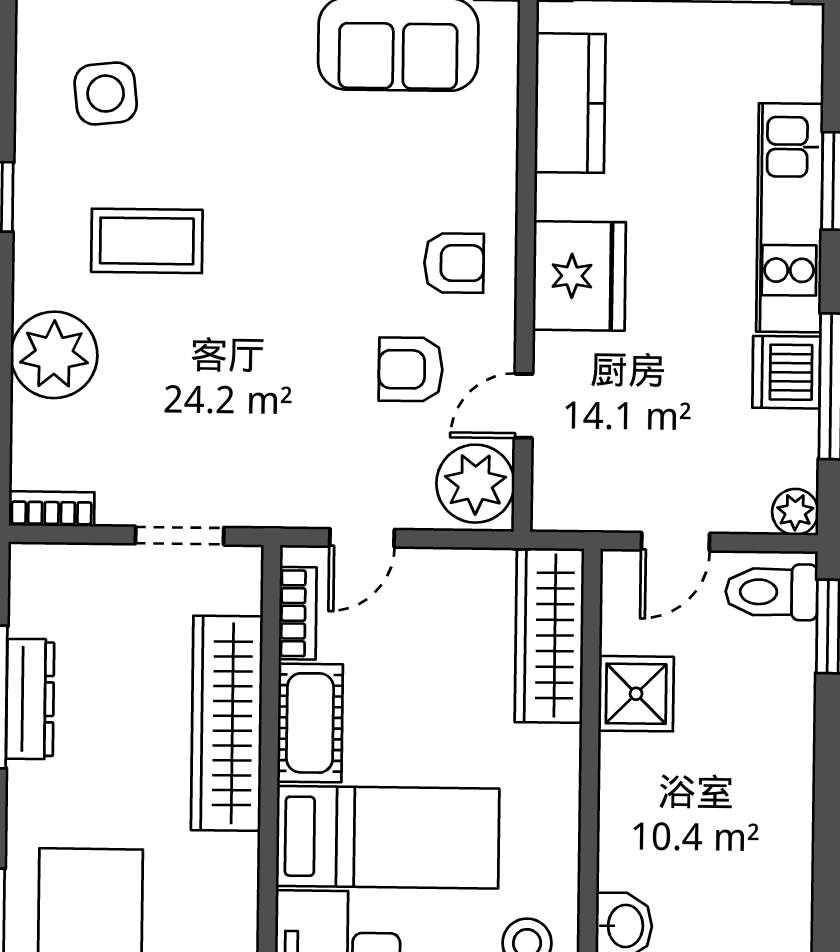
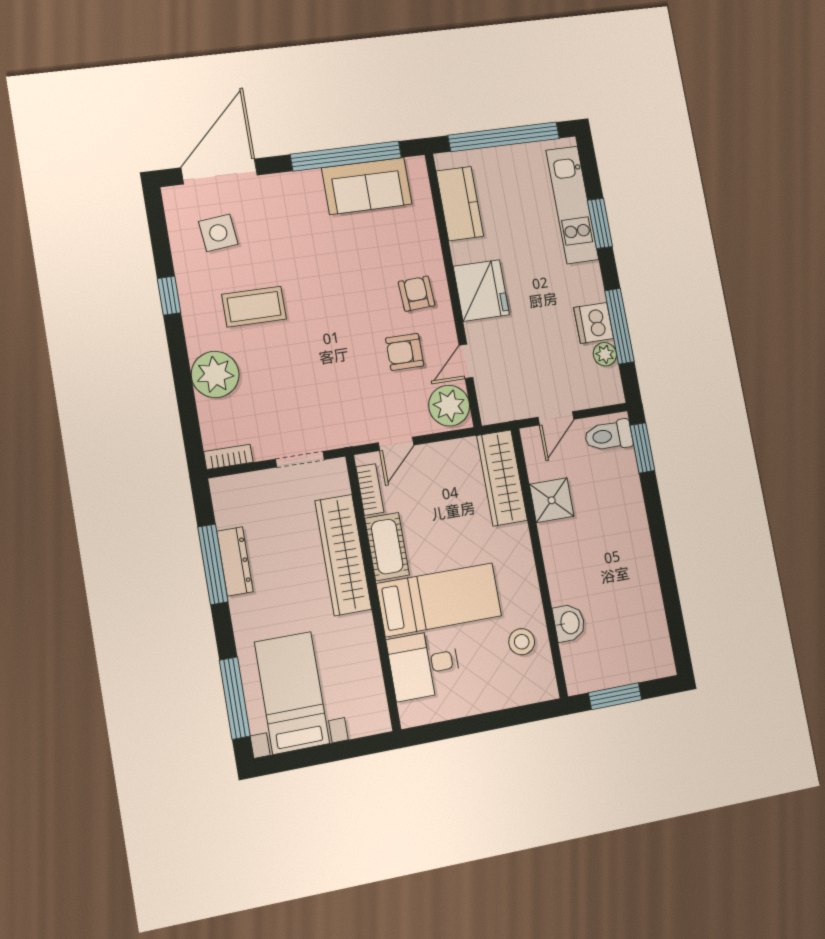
kitchen unit: (790, 218) -> (572, 205), moved
armchair: (454, 263) -> (417, 294), turned -93
plant: (795, 512) -> (605, 354), moved

